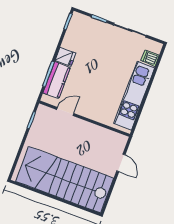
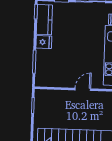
kitchen counter: (57, 80) -> (44, 20), moved
door: (65, 111) -> (83, 89), moved

